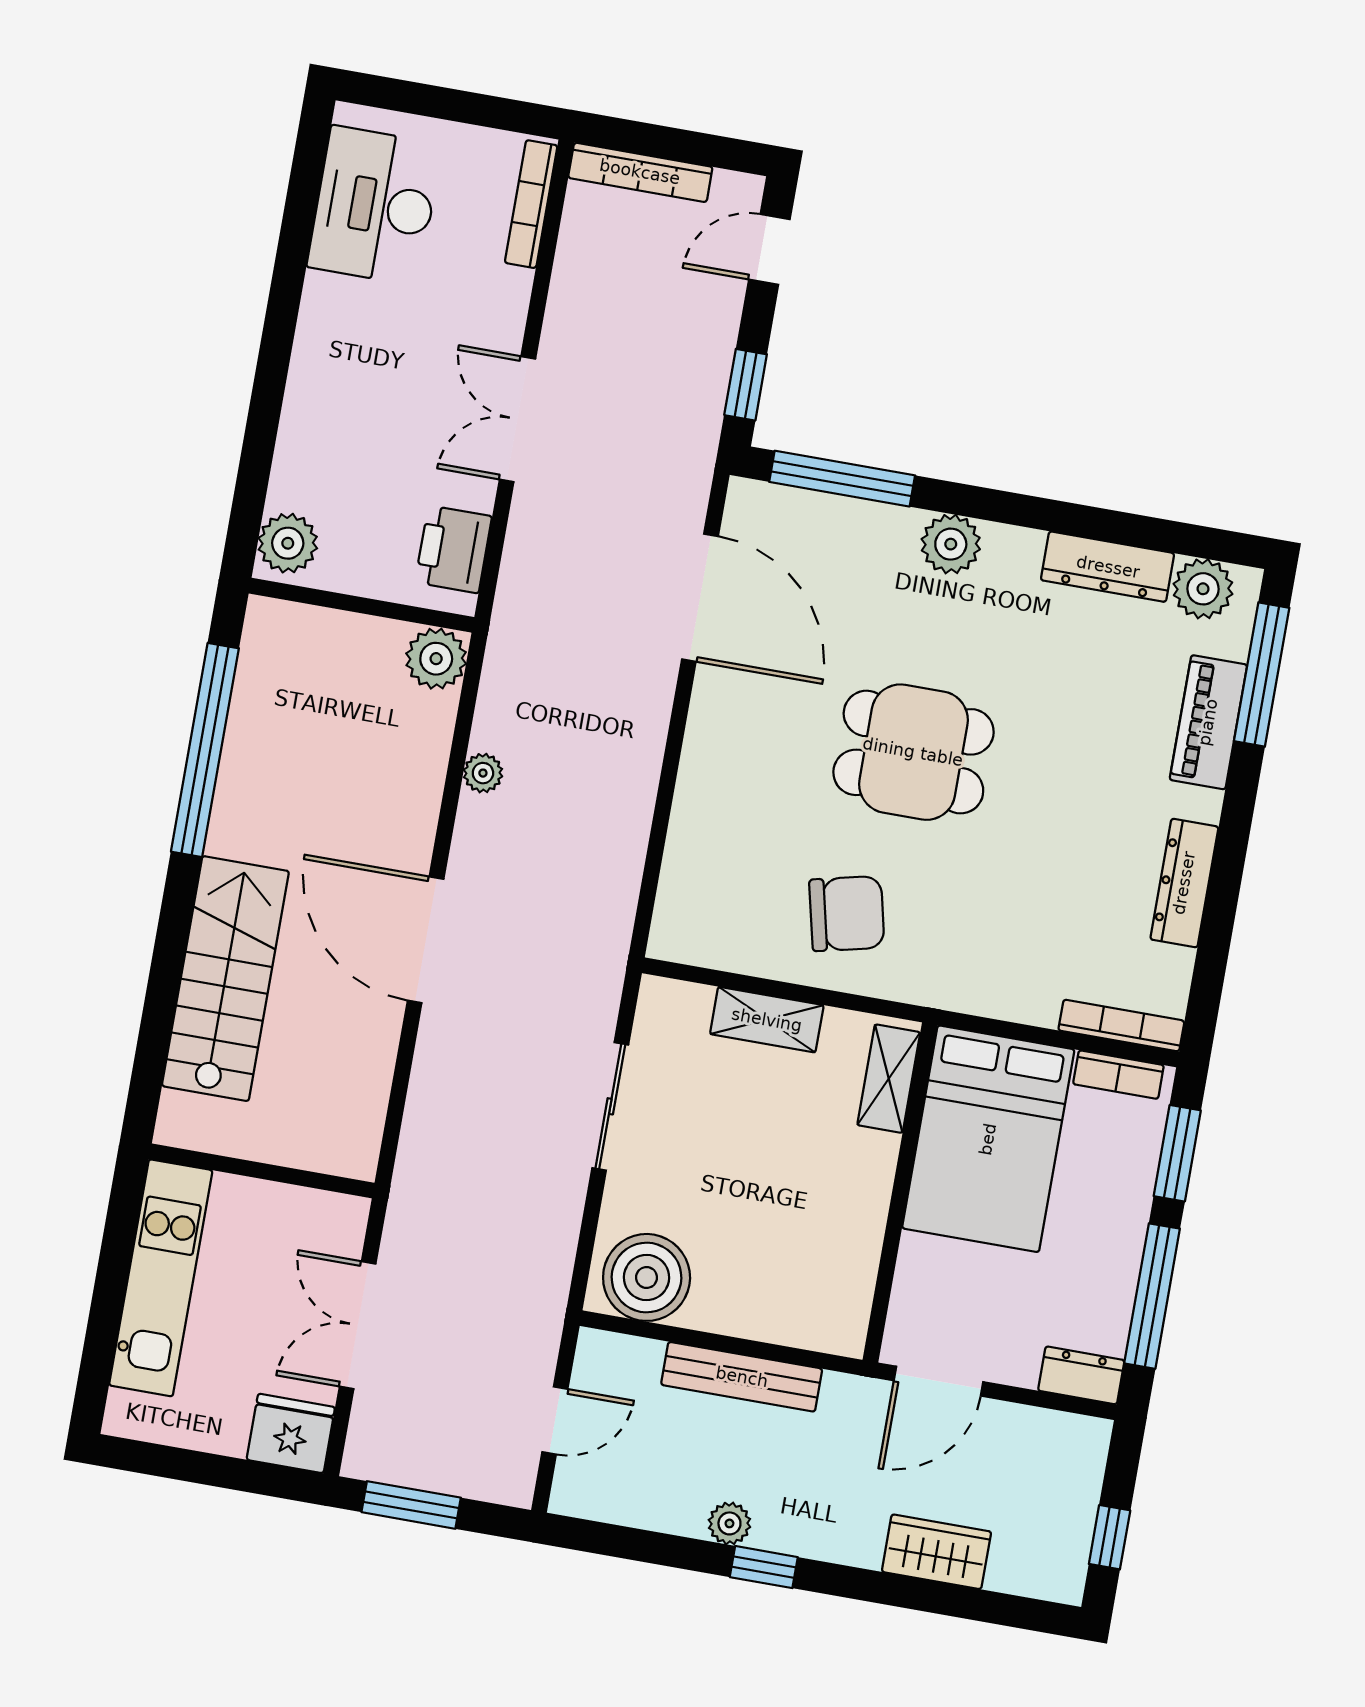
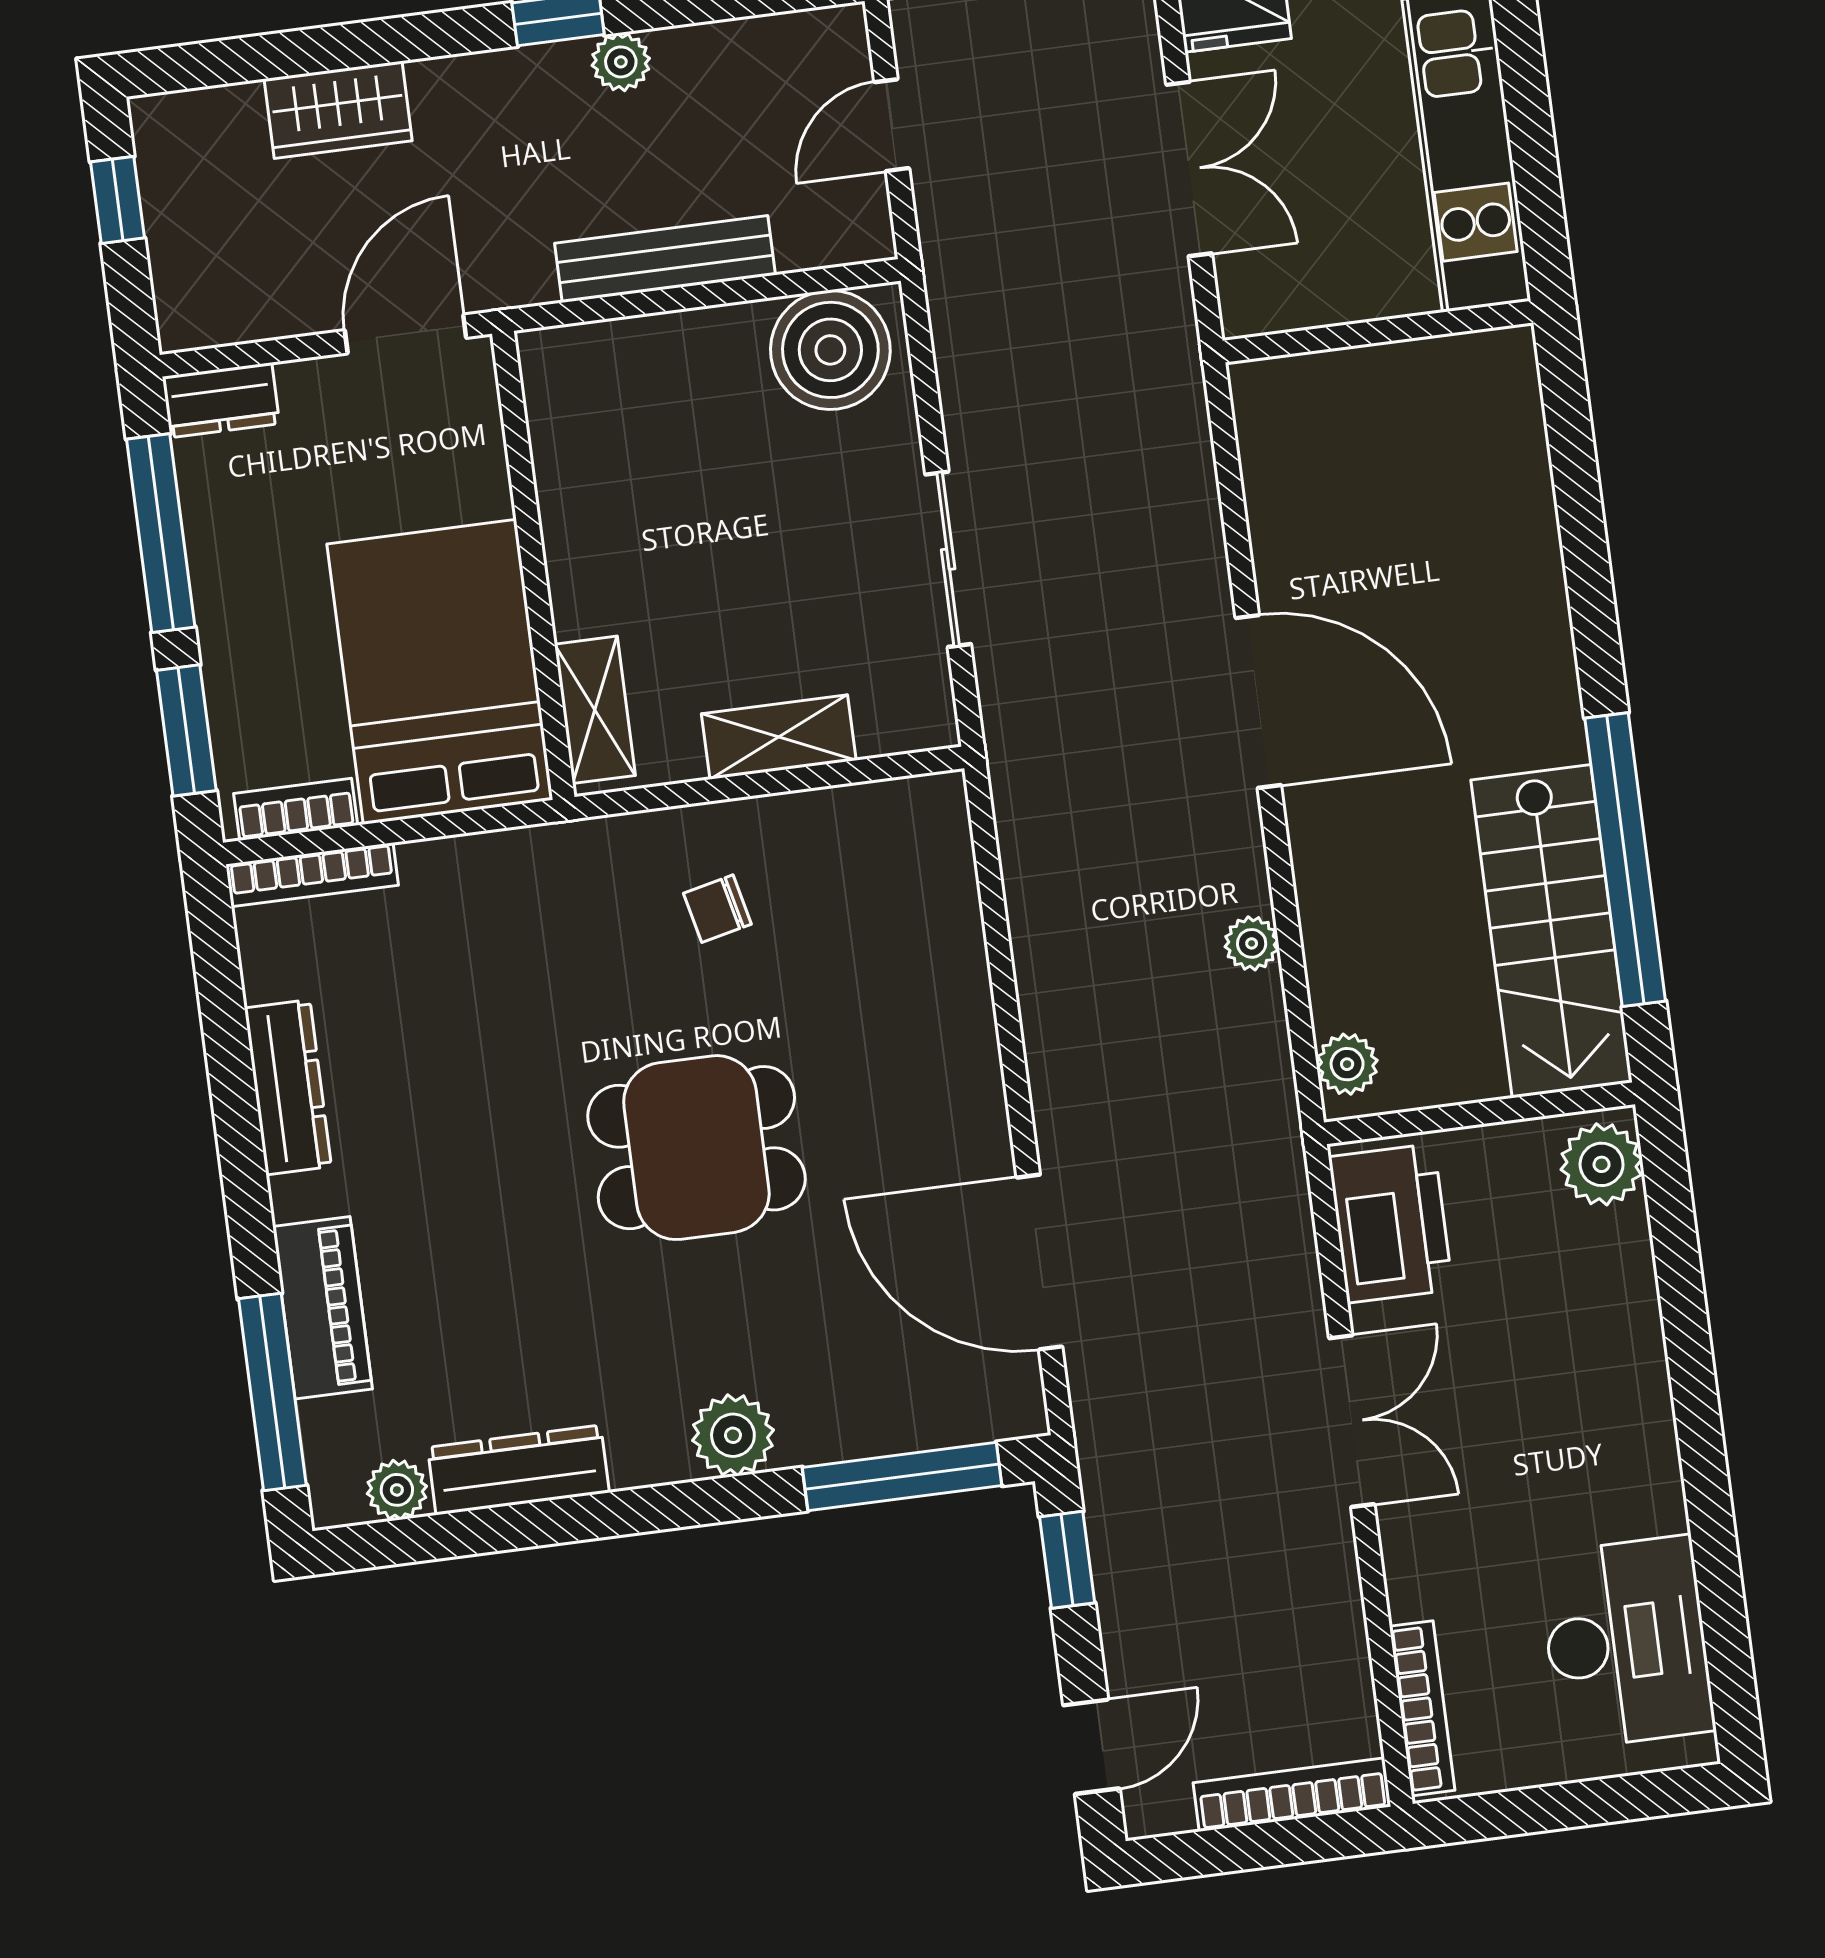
printer: (453, 549) -> (1391, 1223), width x1.37, depth x1.19
plant: (1203, 589) -> (397, 1490), width x0.73, depth x0.73
plant: (436, 659) -> (1347, 1064), width x0.73, depth x0.73
chair: (847, 914) -> (717, 909), width x0.54, depth x0.54
stairs: (225, 979) -> (1552, 931), moved

